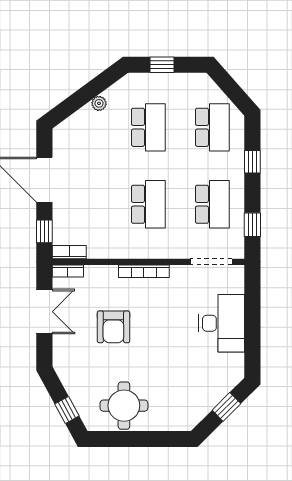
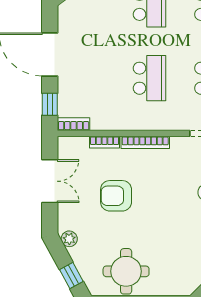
bookcase: (68, 271) -> (105, 142), moved
armchair: (113, 327) -> (116, 196), turned 90
plant: (65, 372) -> (69, 239), added

